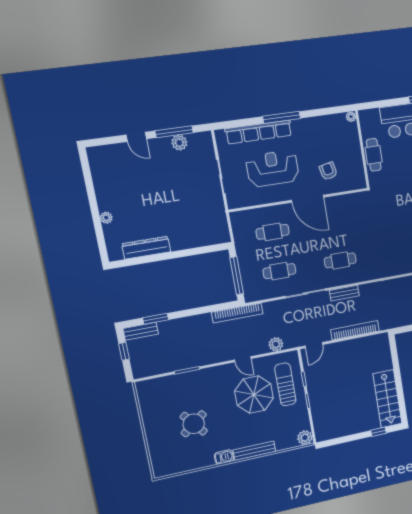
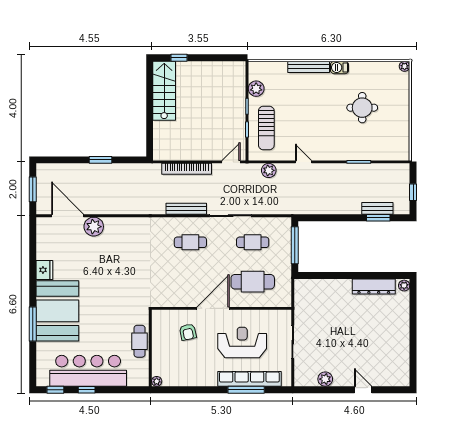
window: (282, 117) -> (246, 390), moved
window: (174, 132) -> (328, 390), removed
reception desk: (273, 168) -> (242, 343), turned 180
door: (308, 199) -> (213, 308), hinge flipped
plant: (106, 218) -> (404, 286), moved
cafe table: (273, 232) -> (253, 282), width x1.37, depth x1.35
bench: (344, 293) -> (186, 209), width x1.36
bookcase: (237, 313) -> (301, 209), removed
bench: (141, 331) -> (377, 208), moved
parasol: (254, 395) -> (299, 124), removed
round table: (194, 424) -> (362, 108), turned 38
plant: (305, 438) -> (256, 89), moved
plant: (158, 473) -> (405, 66), added

